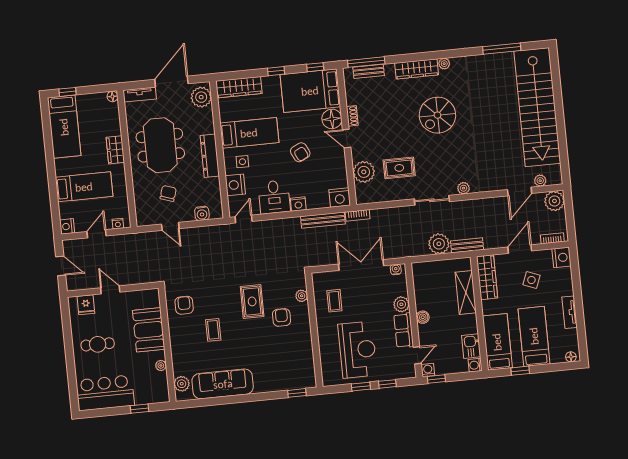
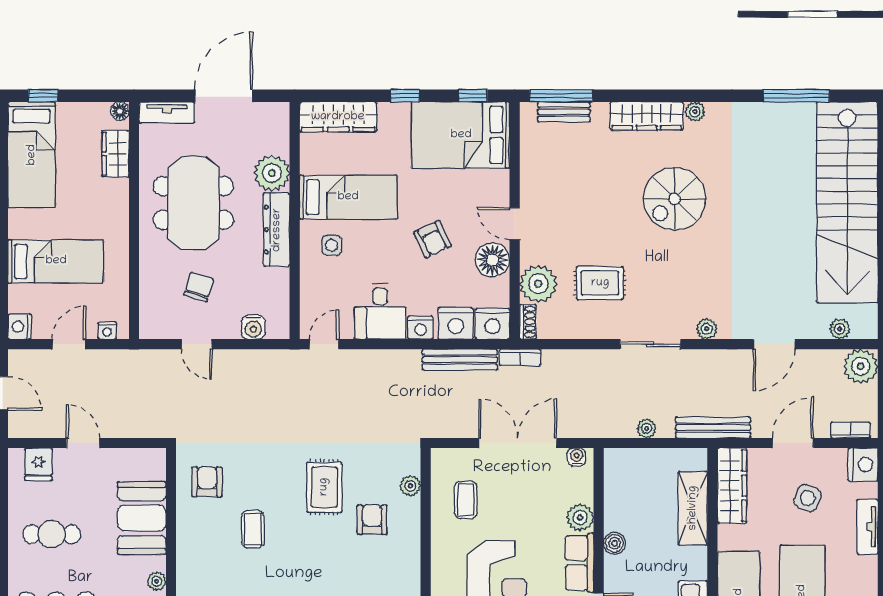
plant: (201, 97) -> (272, 173), moved
shoe rack: (352, 116) -> (528, 322), moved
floor lamp: (332, 119) -> (493, 260), moved
wardrobe: (115, 150) -> (115, 154), moved
nightstand: (235, 185) -> (456, 323), moved, turned -90
door: (520, 191) -> (774, 344), moved
plant: (439, 244) -> (647, 428), width x0.53, depth x0.53
bench: (467, 245) -> (713, 428), width x1.36
tv unit: (570, 312) -> (867, 527), moved

